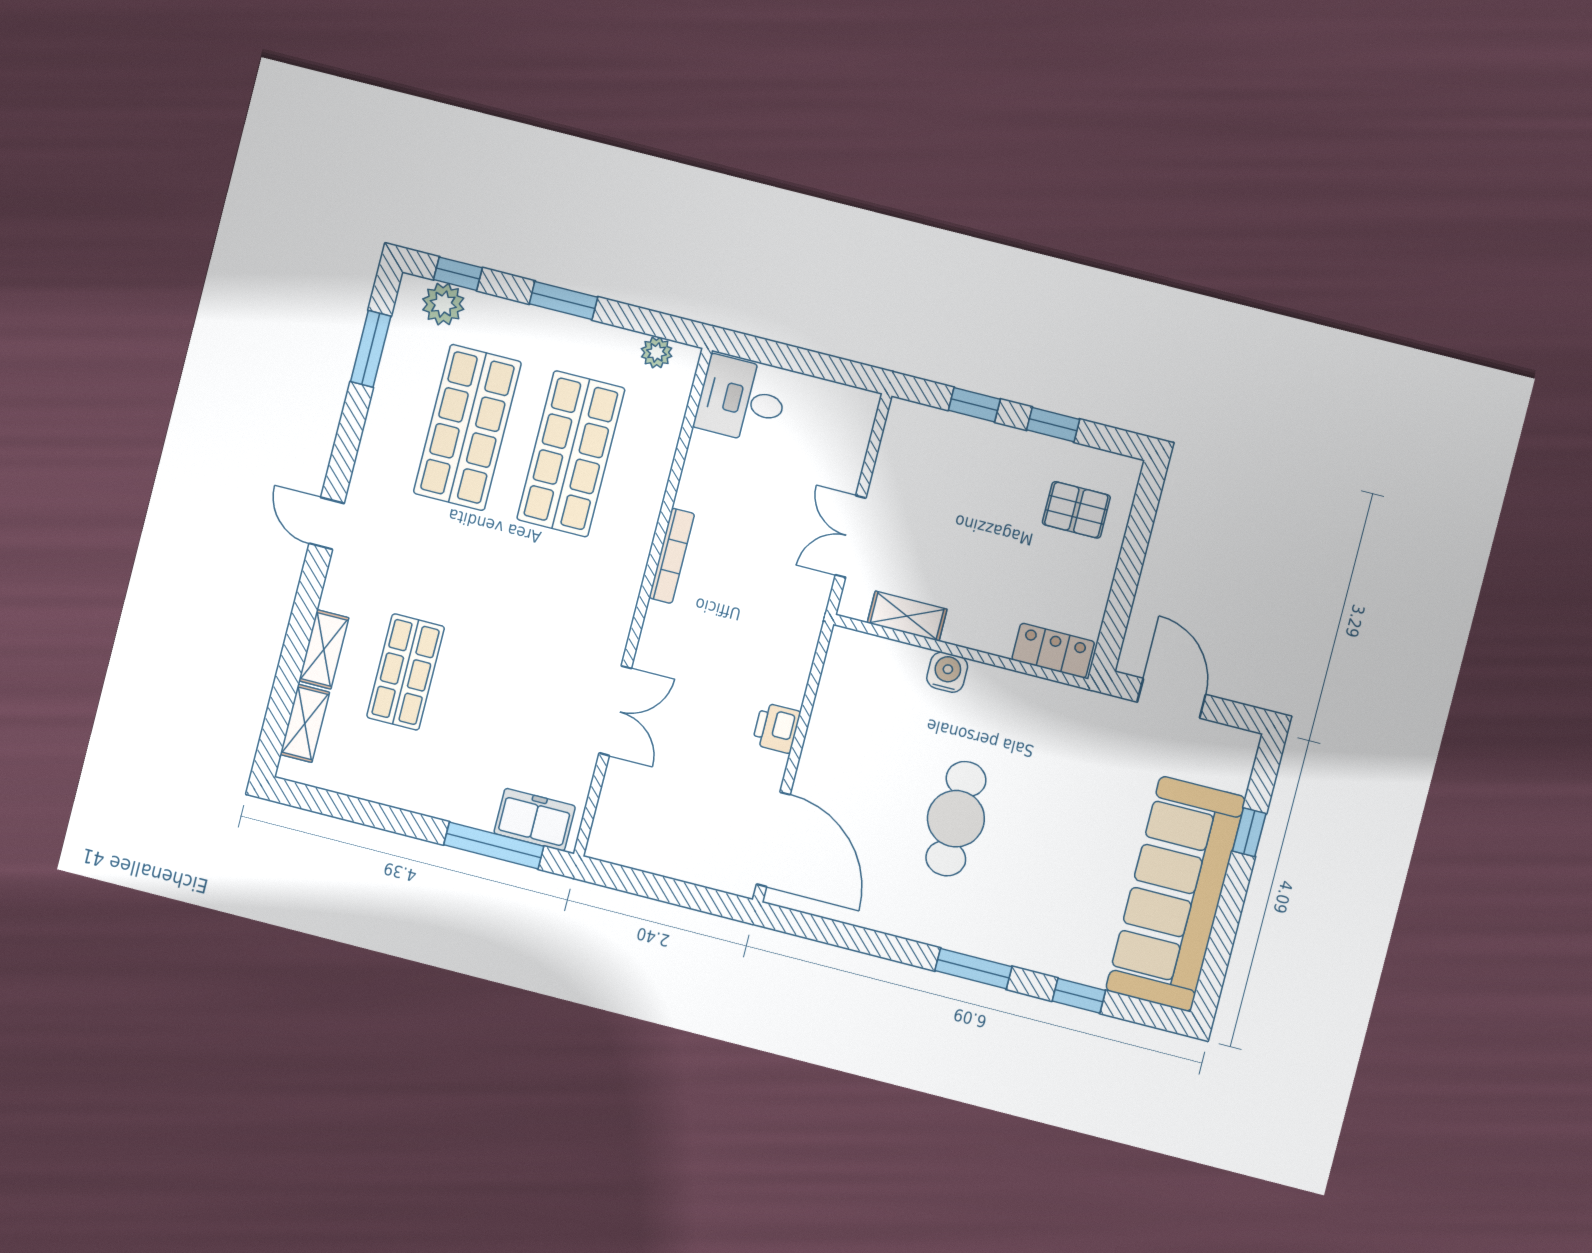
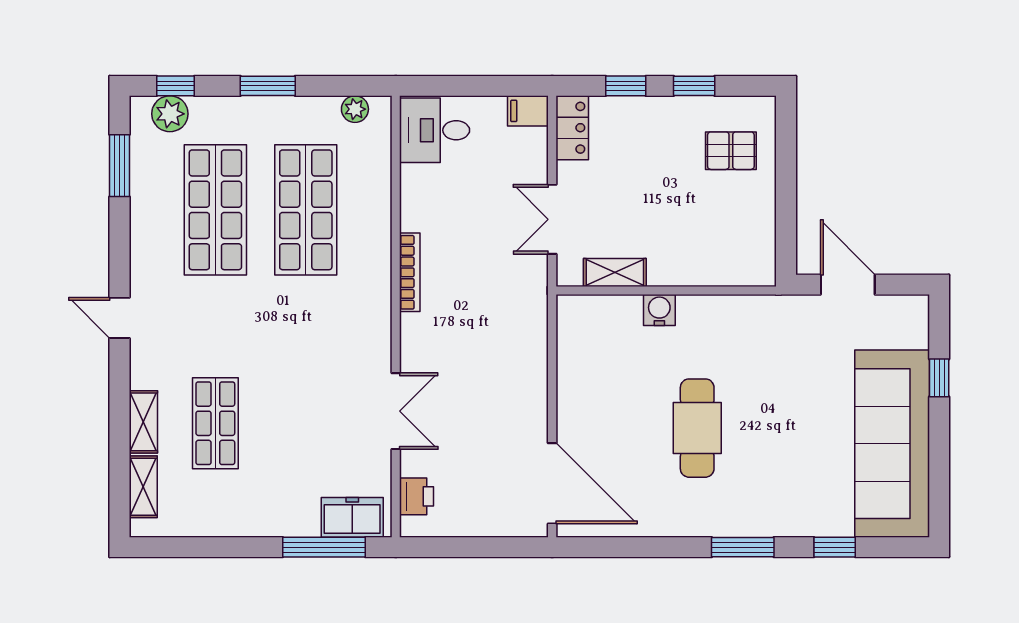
filing cabinet: (855, 405) -> (528, 111), added
locker: (1053, 651) -> (572, 128), moved, turned 90
printer: (776, 728) -> (417, 496), moved, turned 180

